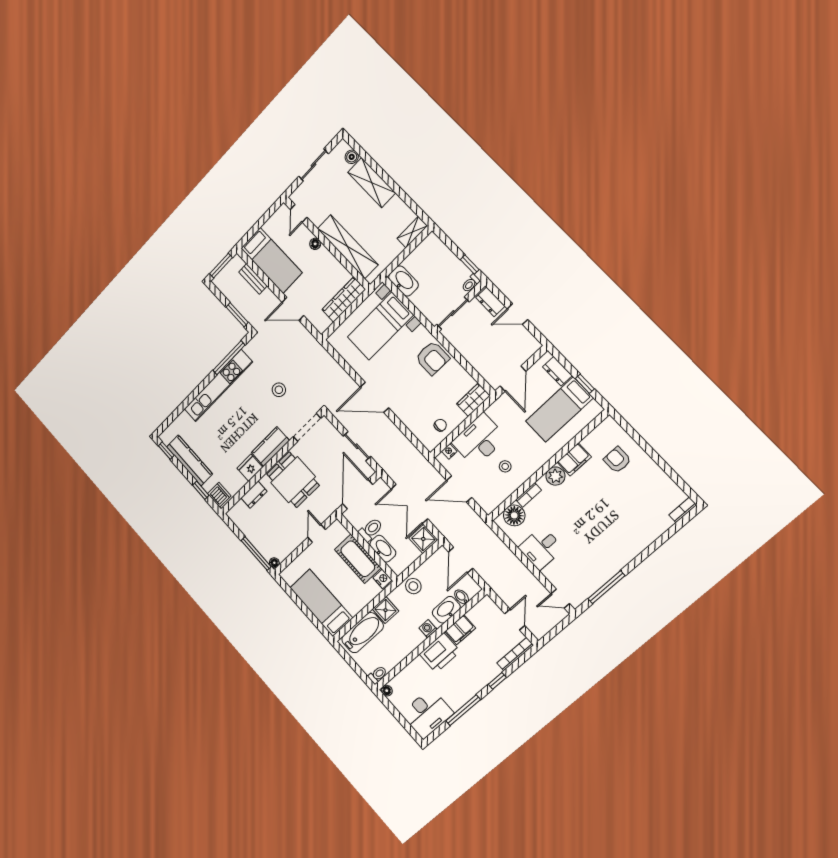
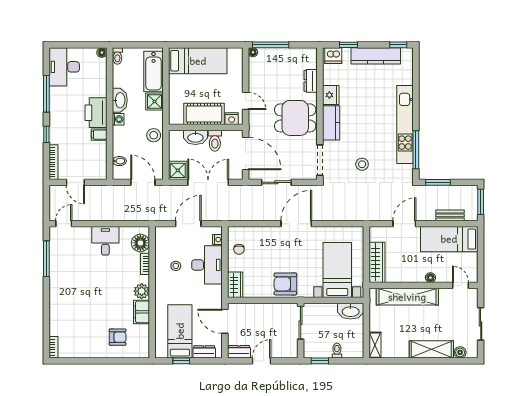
toilet: (471, 283) -> (337, 351), moved
dresser: (490, 302) -> (239, 352), moved
nightstand: (383, 579) -> (232, 119), moved
washbasin: (446, 610) -> (120, 100), moved
filing cabinet: (460, 630) -> (99, 135), width x0.50

